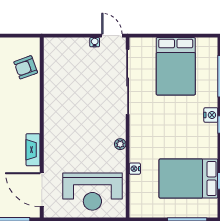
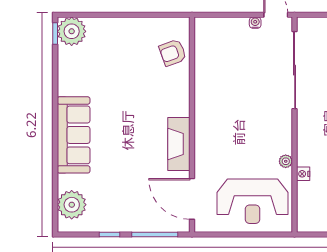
plant: (120, 144) -> (286, 161), moved
fireplace: (33, 150) -> (179, 144), width x1.37, depth x1.32

